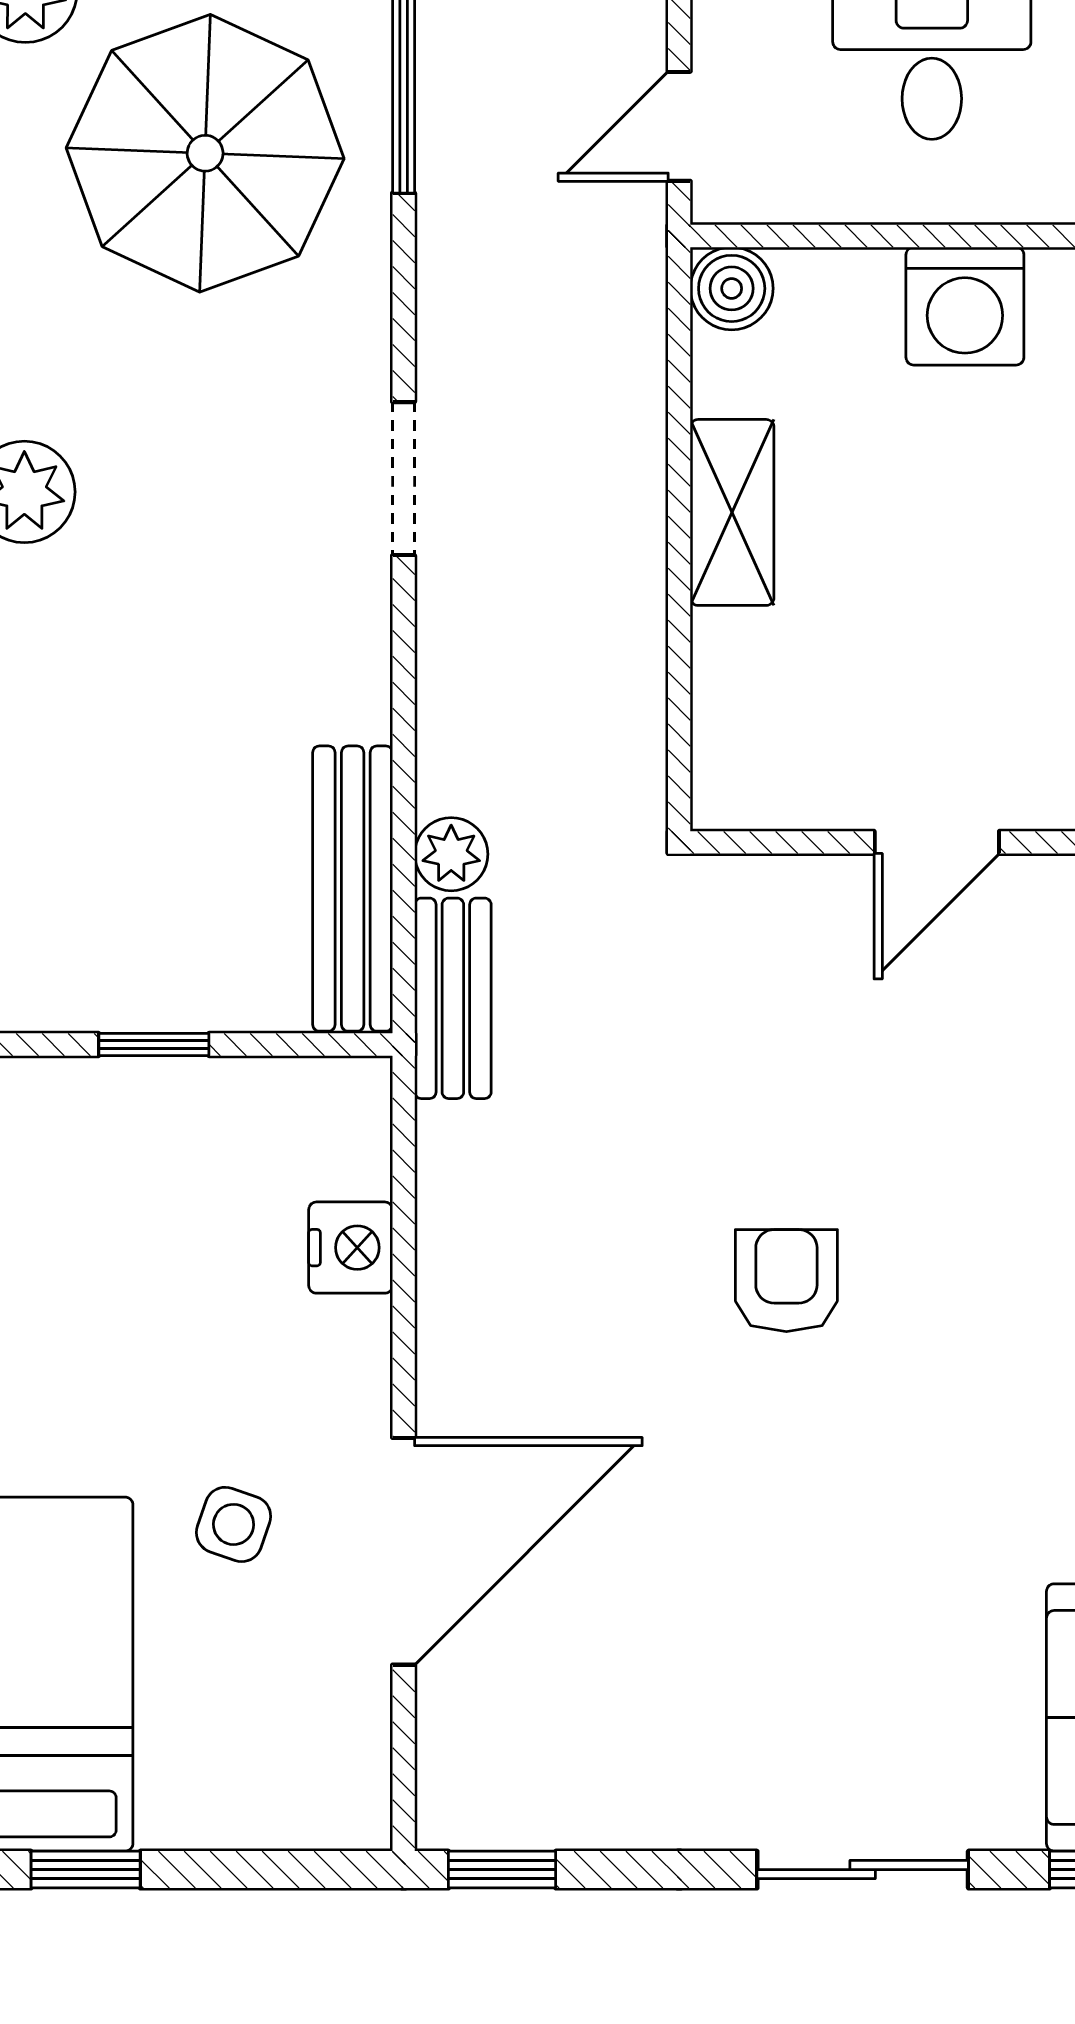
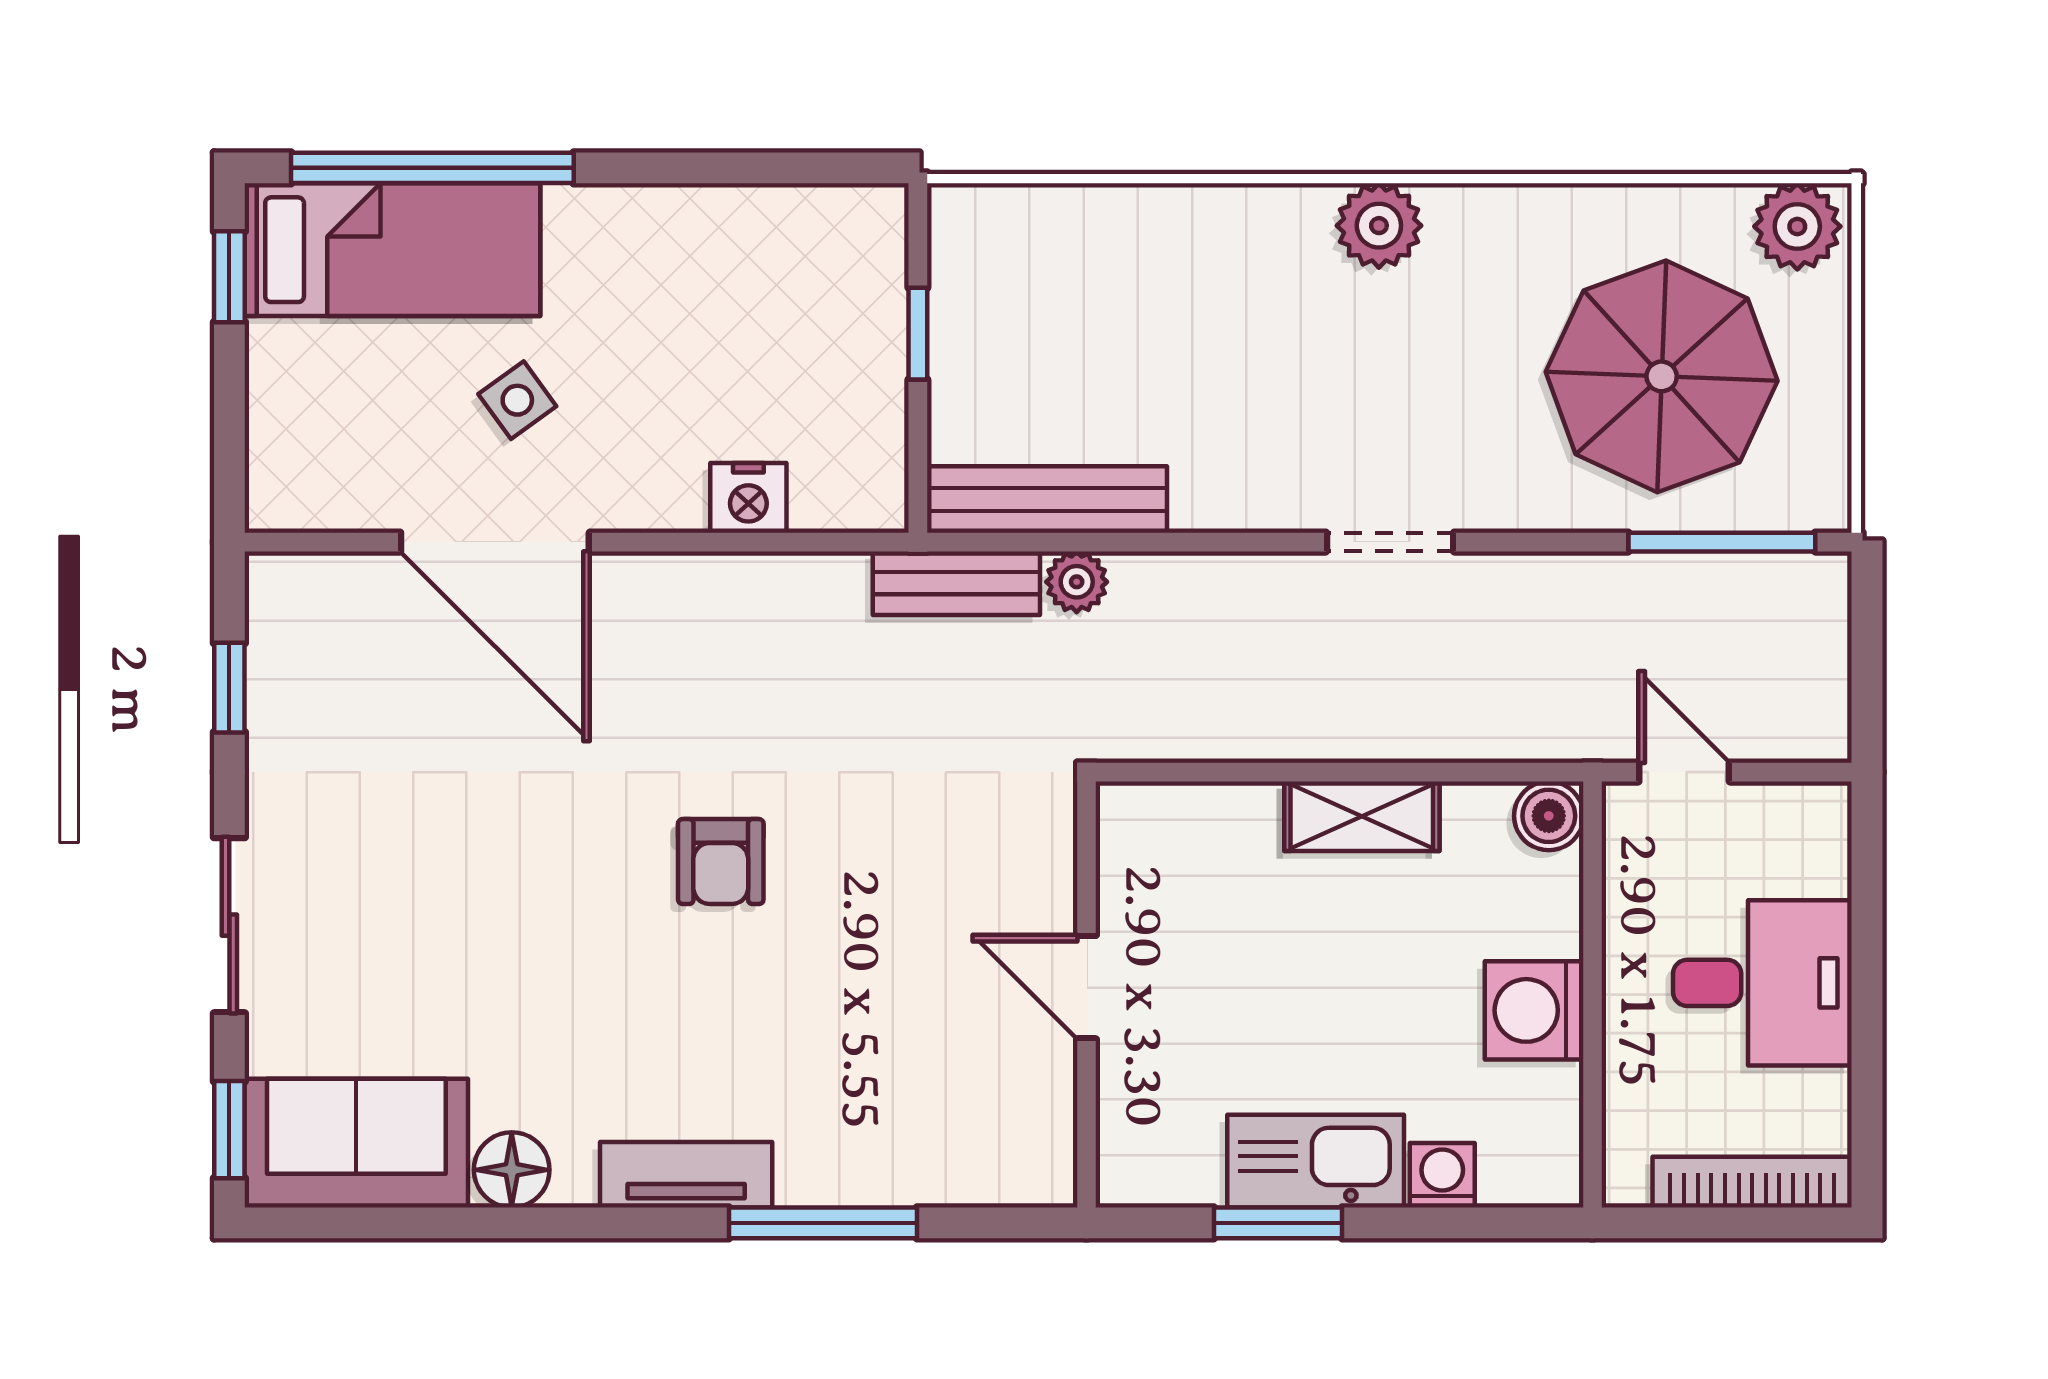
armchair: (786, 1281) -> (721, 862), turned 90
side table: (234, 1524) -> (517, 400), turned 35
window: (502, 1870) -> (229, 688), moved

